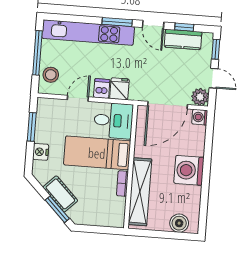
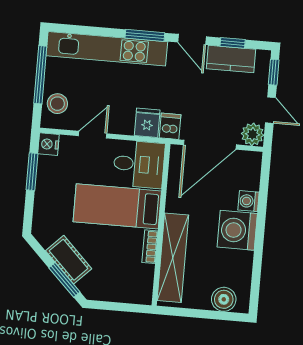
dishwasher: (102, 89) -> (170, 126), moved
washing machine: (200, 117) -> (248, 201), moved
nightstand: (41, 152) -> (48, 144), moved

